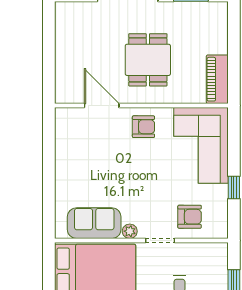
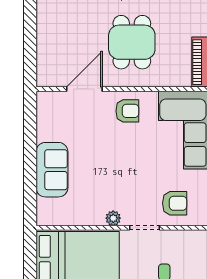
door: (102, 106) -> (84, 89), hinge flipped
sofa: (94, 223) -> (52, 170), moved, turned 90

